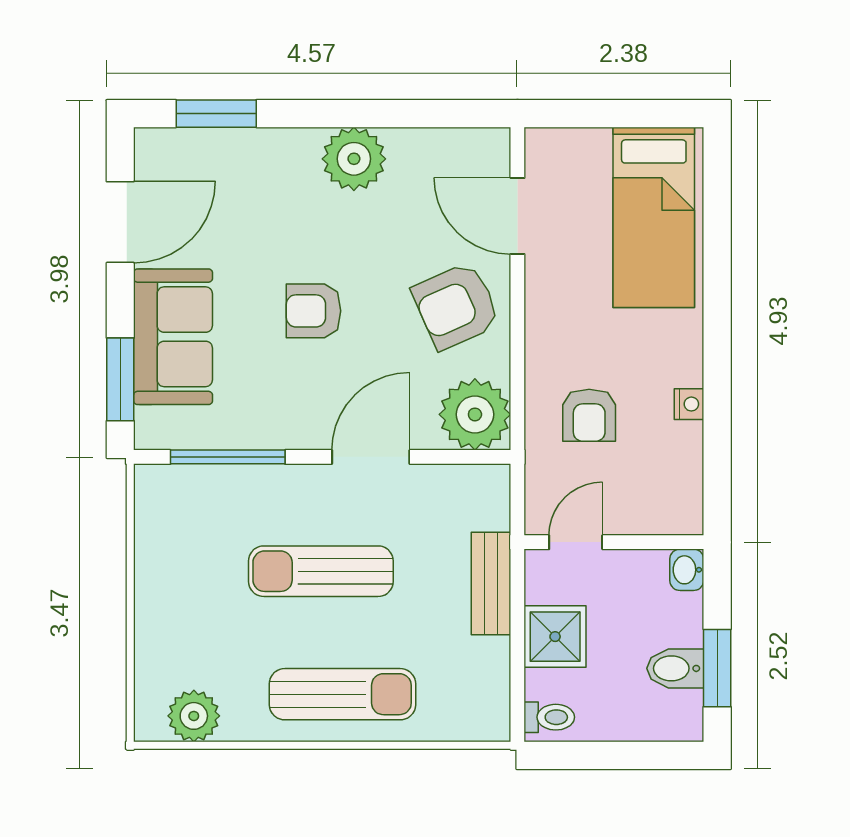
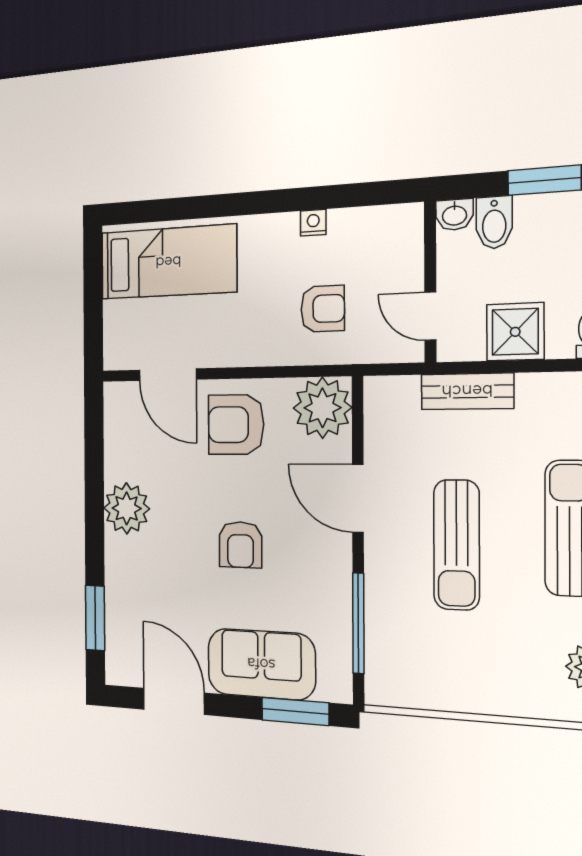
door: (517, 216) -> (168, 375), hinge flipped
armchair: (456, 306) -> (236, 425), turned 114
bidet: (675, 668) -> (494, 223), moved

